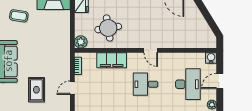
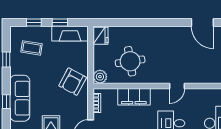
armchair: (56, 46) -> (73, 82), added
door: (151, 50) -> (177, 86), hinge flipped

